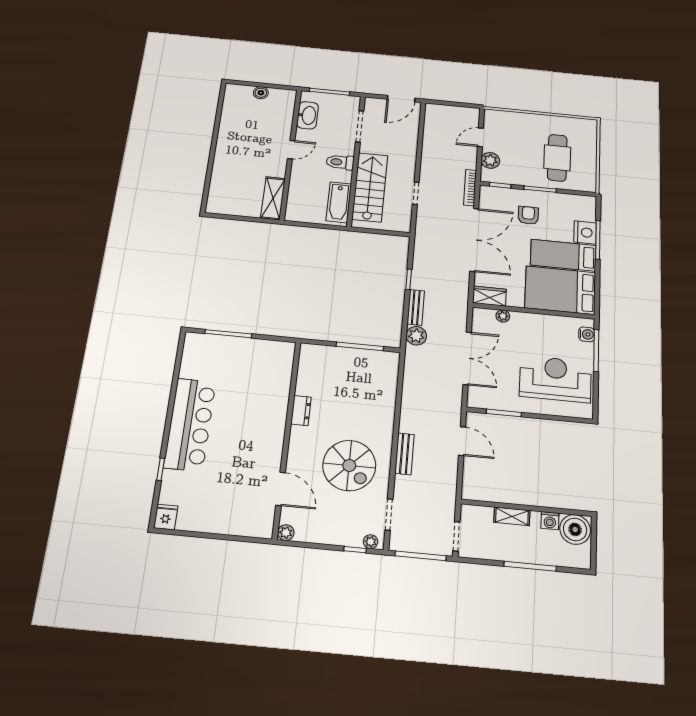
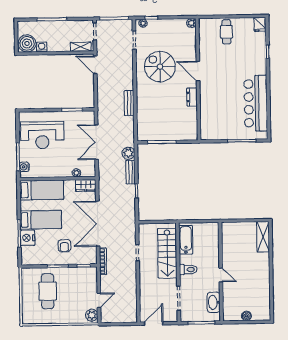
door: (291, 150) -> (221, 275), swing flipped
plant: (490, 160) -> (92, 315), moved
shelving: (273, 198) -> (263, 237), moved
bed: (560, 290) -> (42, 190), width x0.67
bar counter: (190, 424) -> (256, 103), moved
door: (462, 441) -> (95, 65), moved
bench: (404, 454) -> (129, 103), moved
door: (281, 489) -> (198, 71), moved
cafe table: (227, 511) -> (226, 32), added
shelving: (512, 516) -> (81, 47), moved

